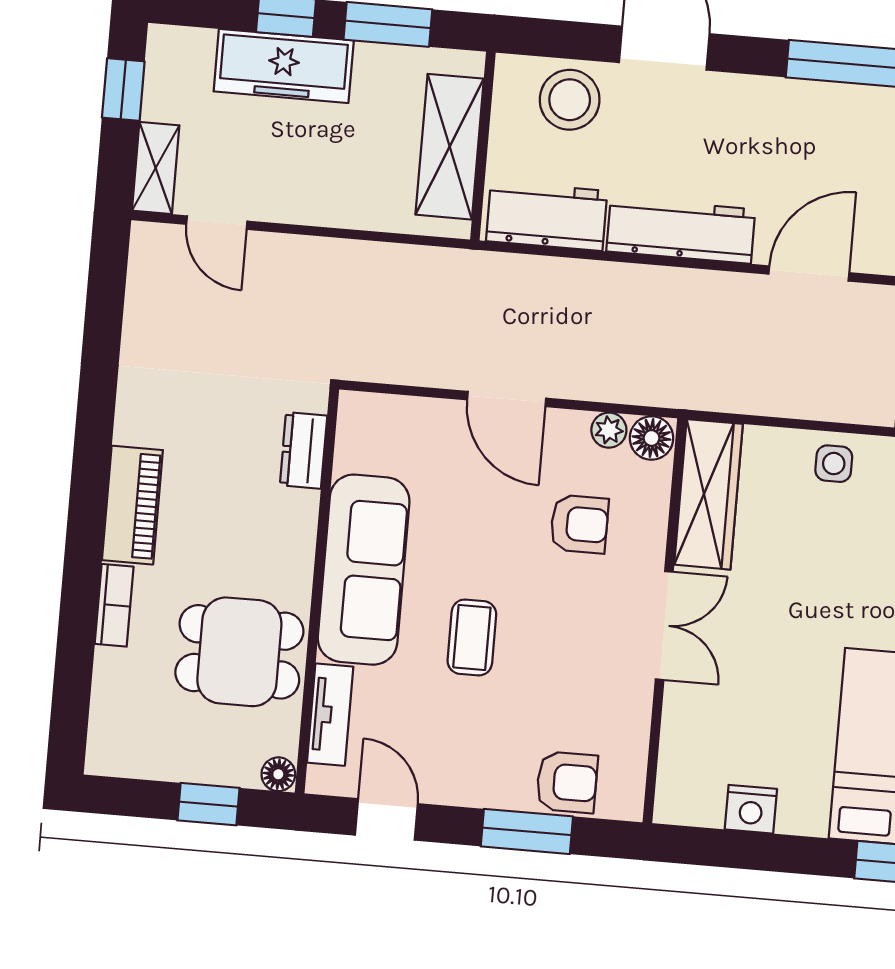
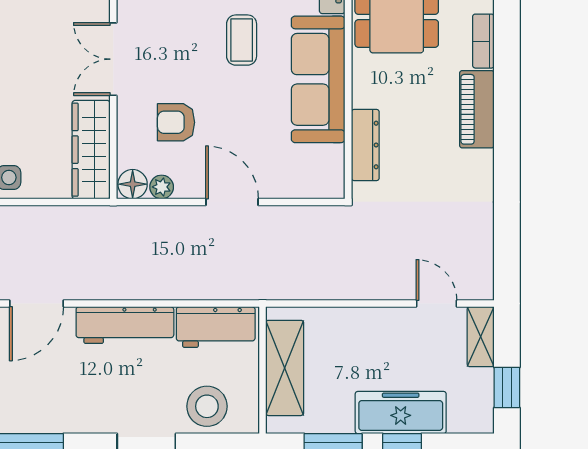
dresser: (303, 450) -> (365, 145), width x1.44

